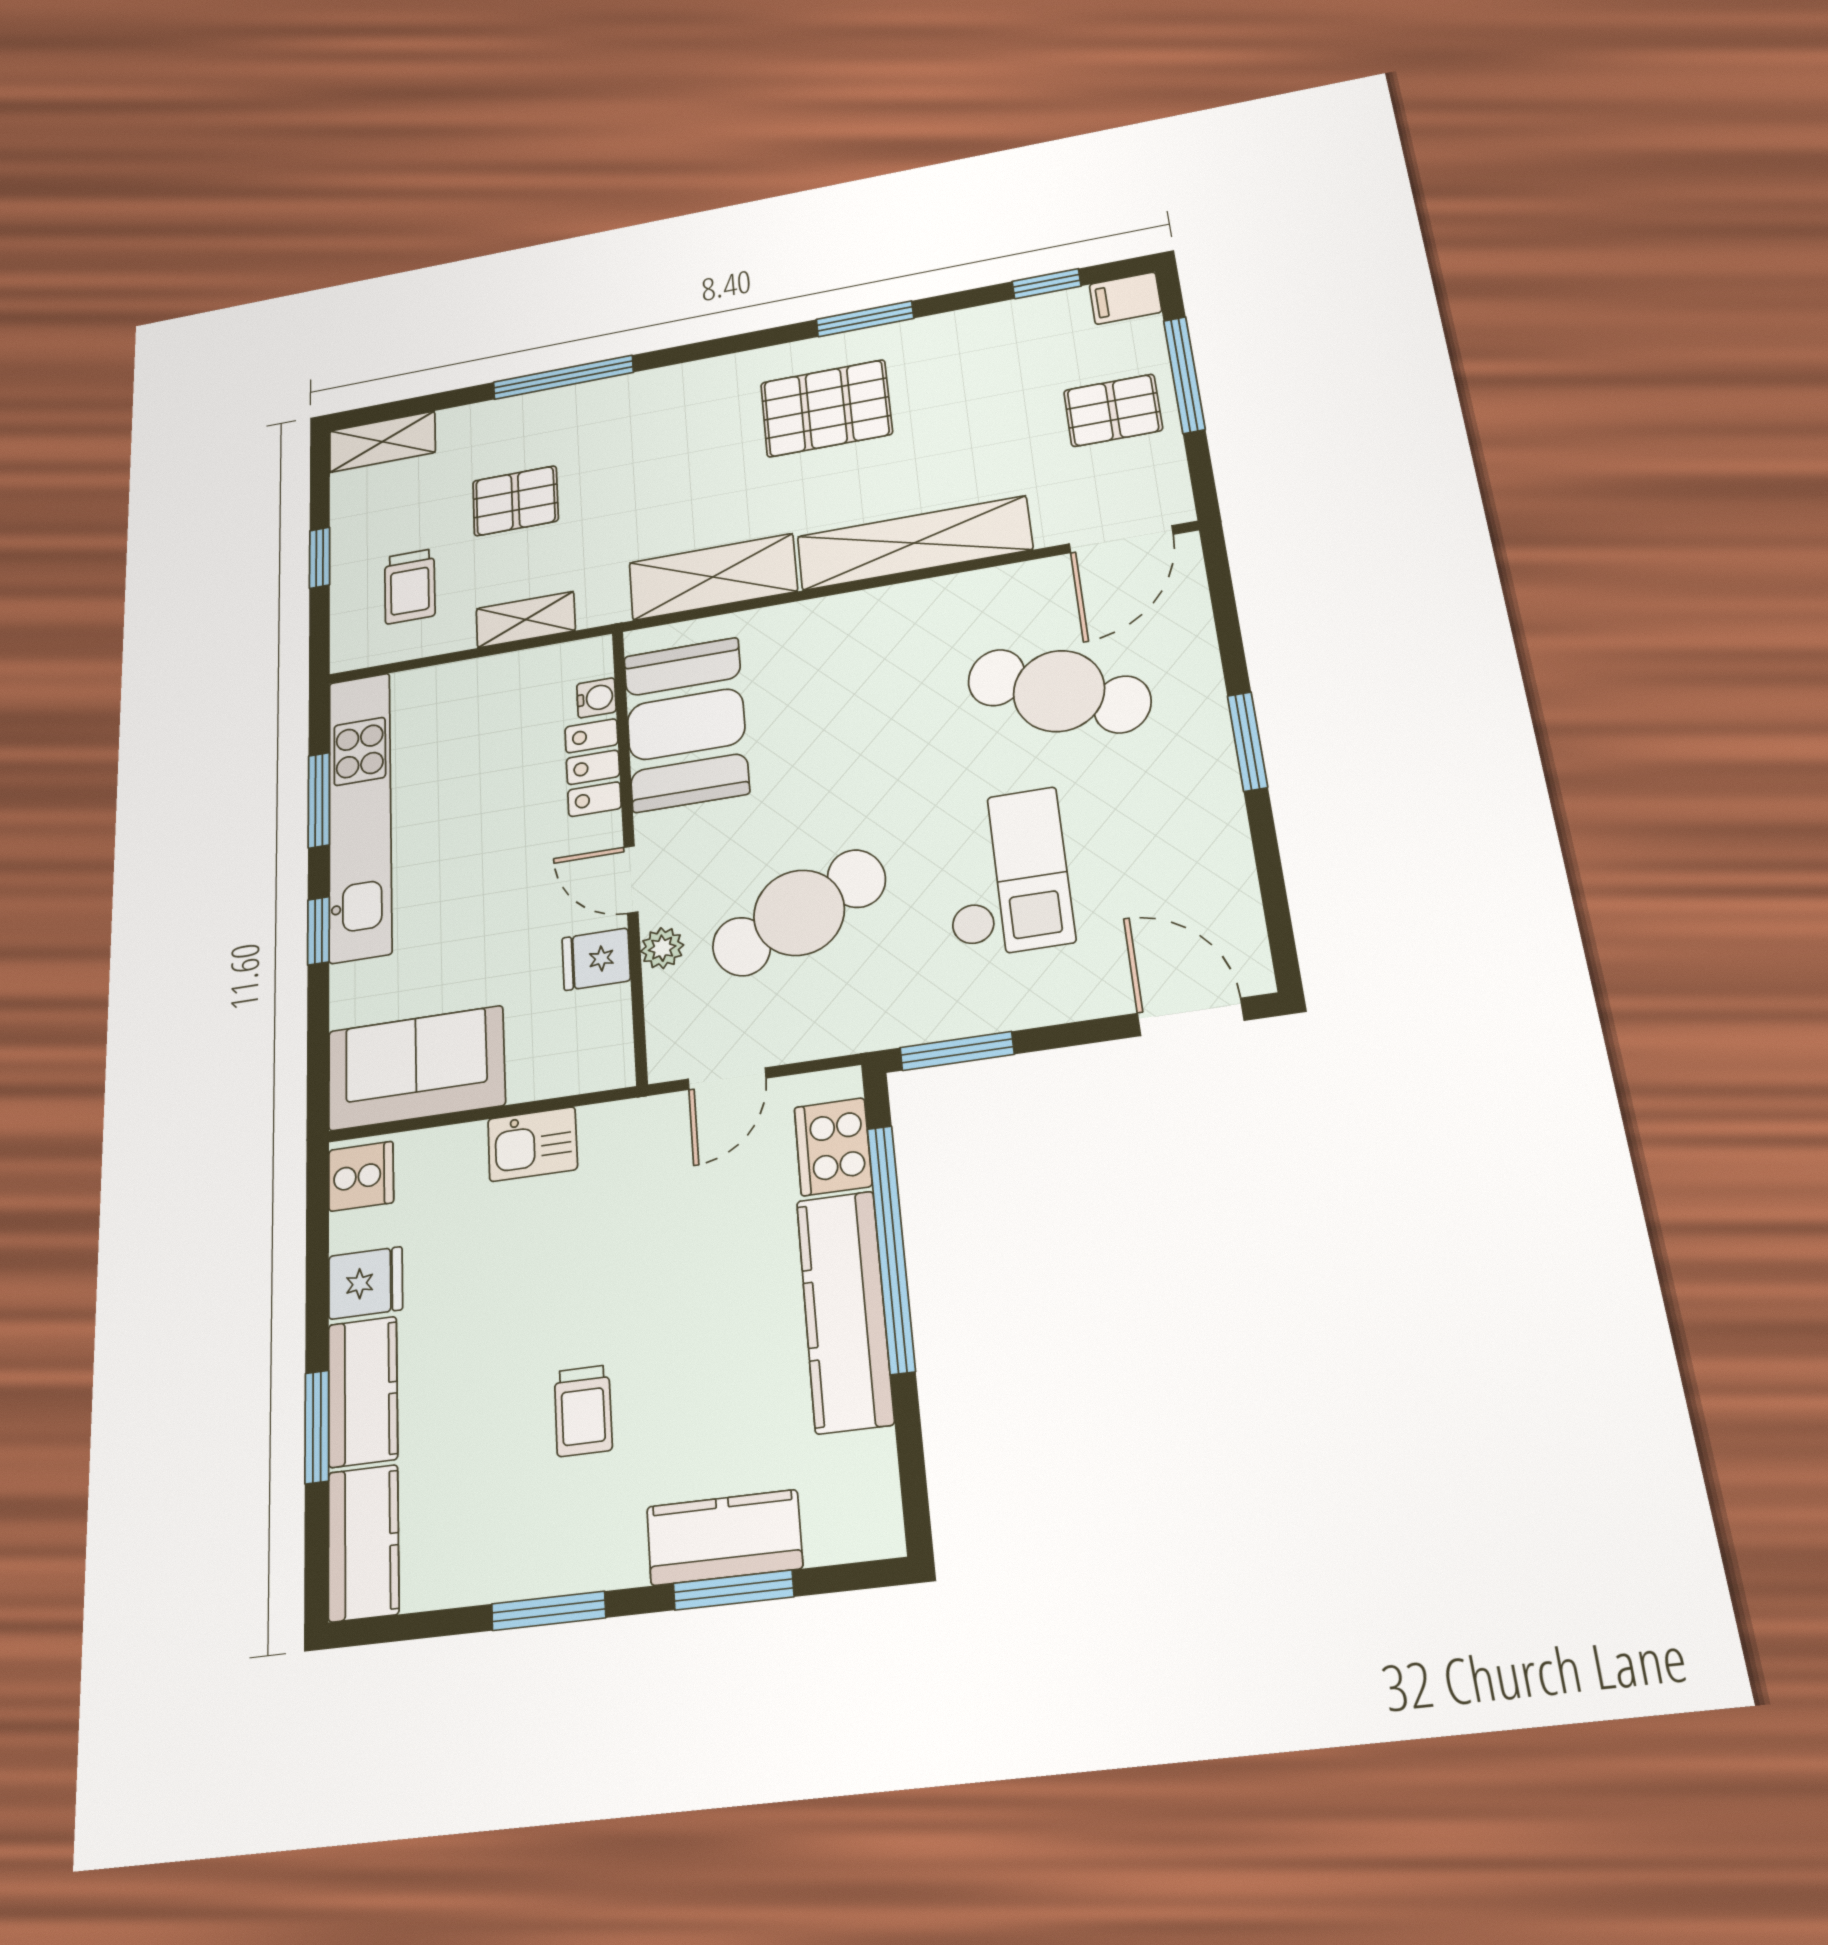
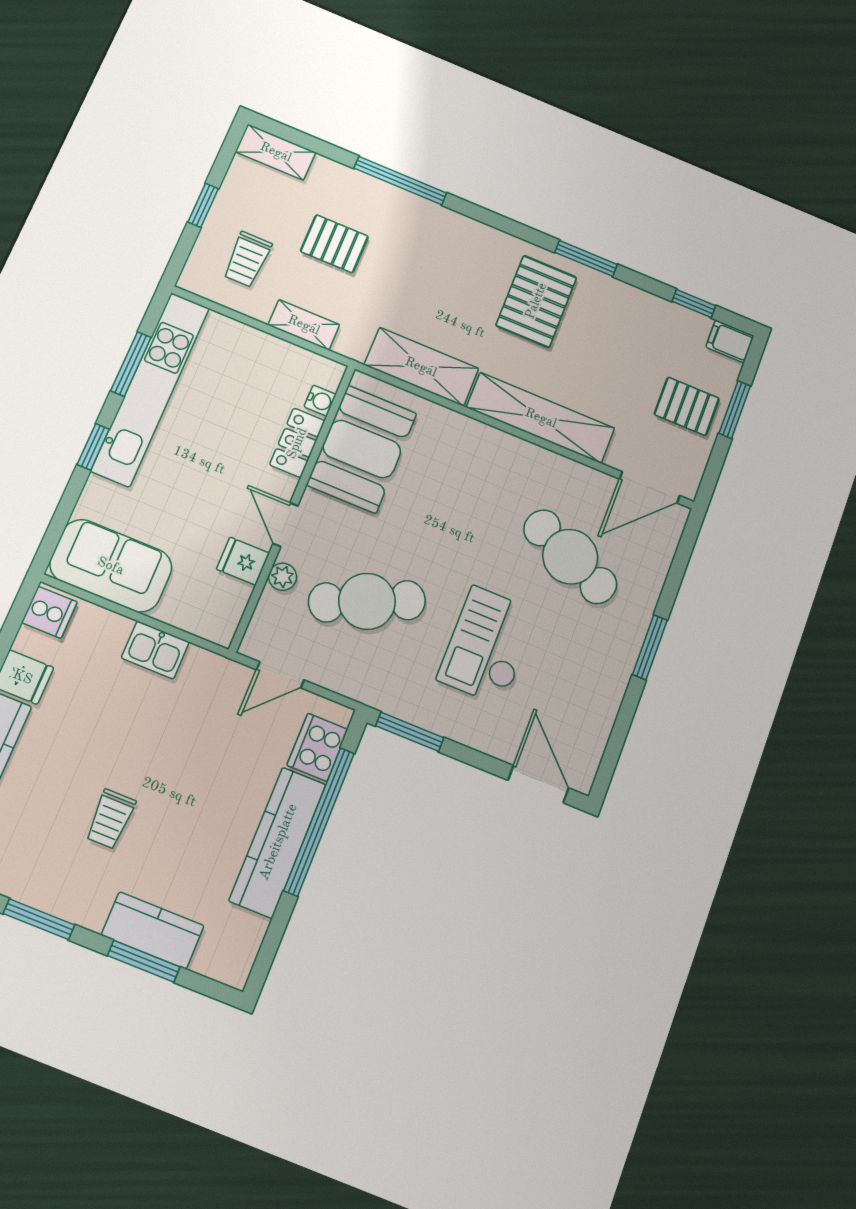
window: (1184, 375) -> (735, 410), width x0.69
pallet: (826, 408) -> (536, 301), turned 90
checkout: (1006, 873) -> (488, 646), turned 180

